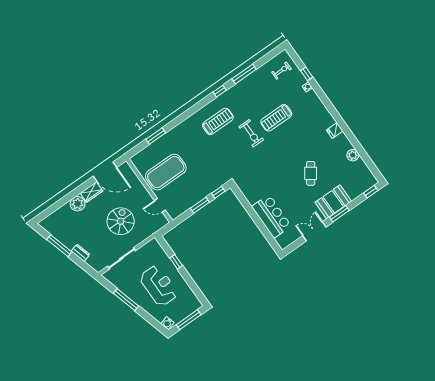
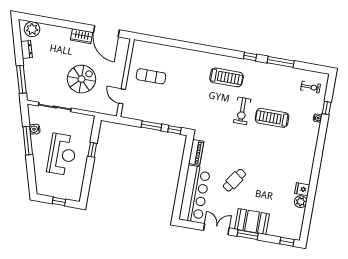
fridge: (335, 130) -> (302, 189), moved
window: (156, 136) -> (170, 42), removed
exercise mat: (166, 172) -> (151, 76), width x0.50, depth x0.69
cafe table: (311, 173) -> (234, 180), moved
piano: (248, 193) -> (196, 152), added
plant: (78, 204) -> (32, 29), moved
bar counter: (272, 216) -> (195, 194), width x1.36
window: (59, 246) -> (21, 79), moved
dresser: (80, 253) -> (26, 50), moved
window: (189, 320) -> (59, 201), width x0.46
water cooler: (167, 323) -> (35, 129), moved

